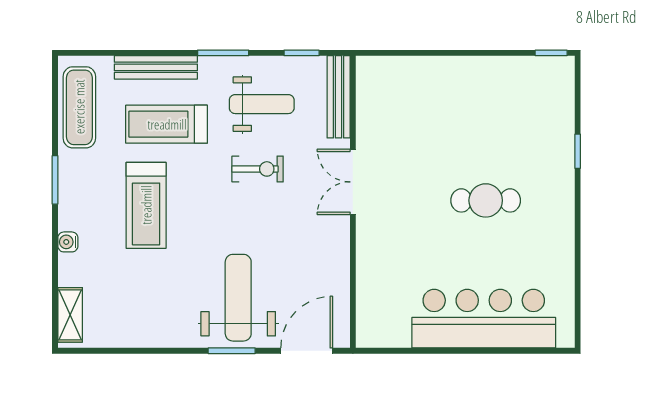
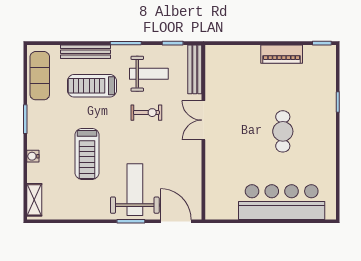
piano: (484, 71) -> (282, 54), added
cafe table: (486, 200) -> (283, 131), turned 90
treadmill: (146, 205) -> (87, 154), moved
door: (307, 351) -> (176, 221), hinge flipped

